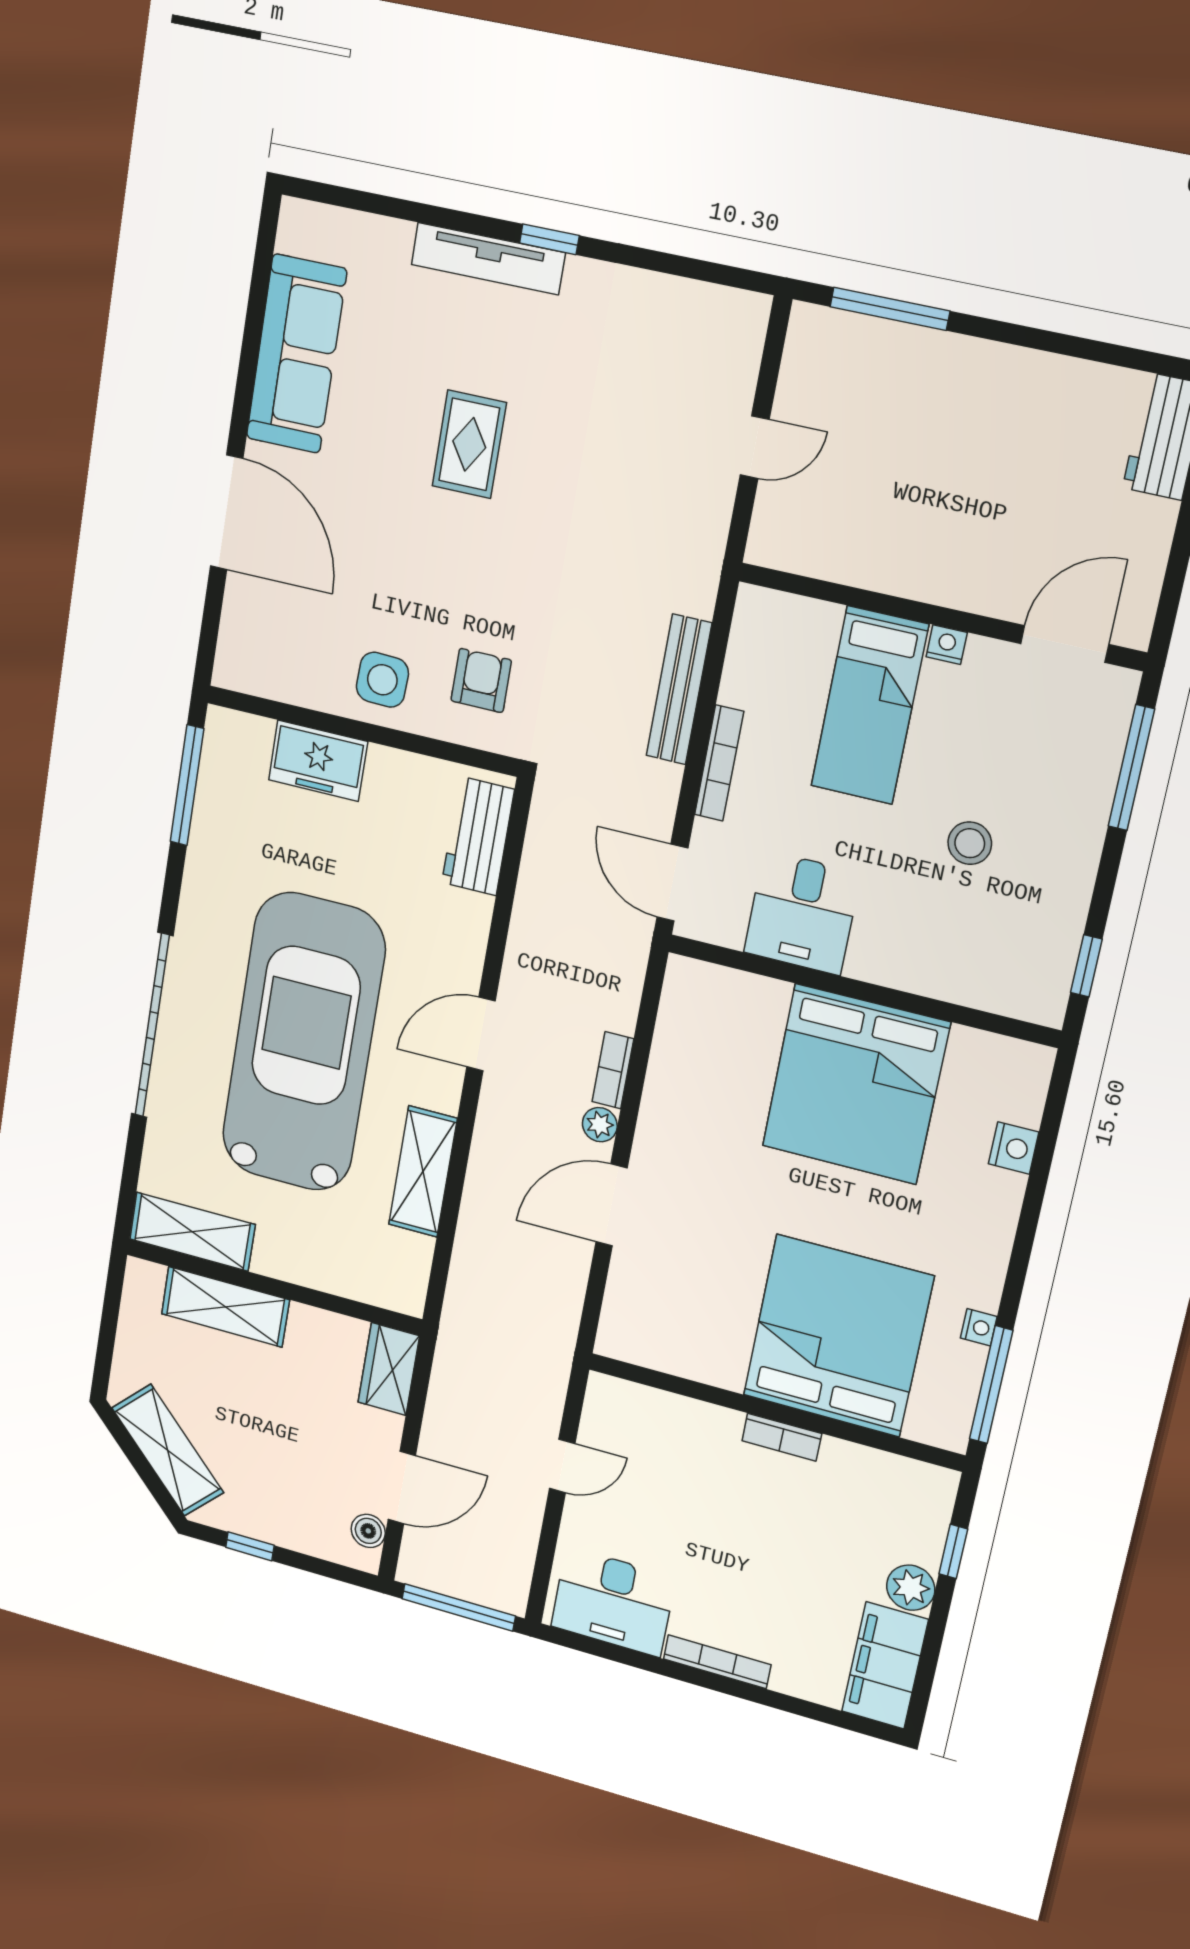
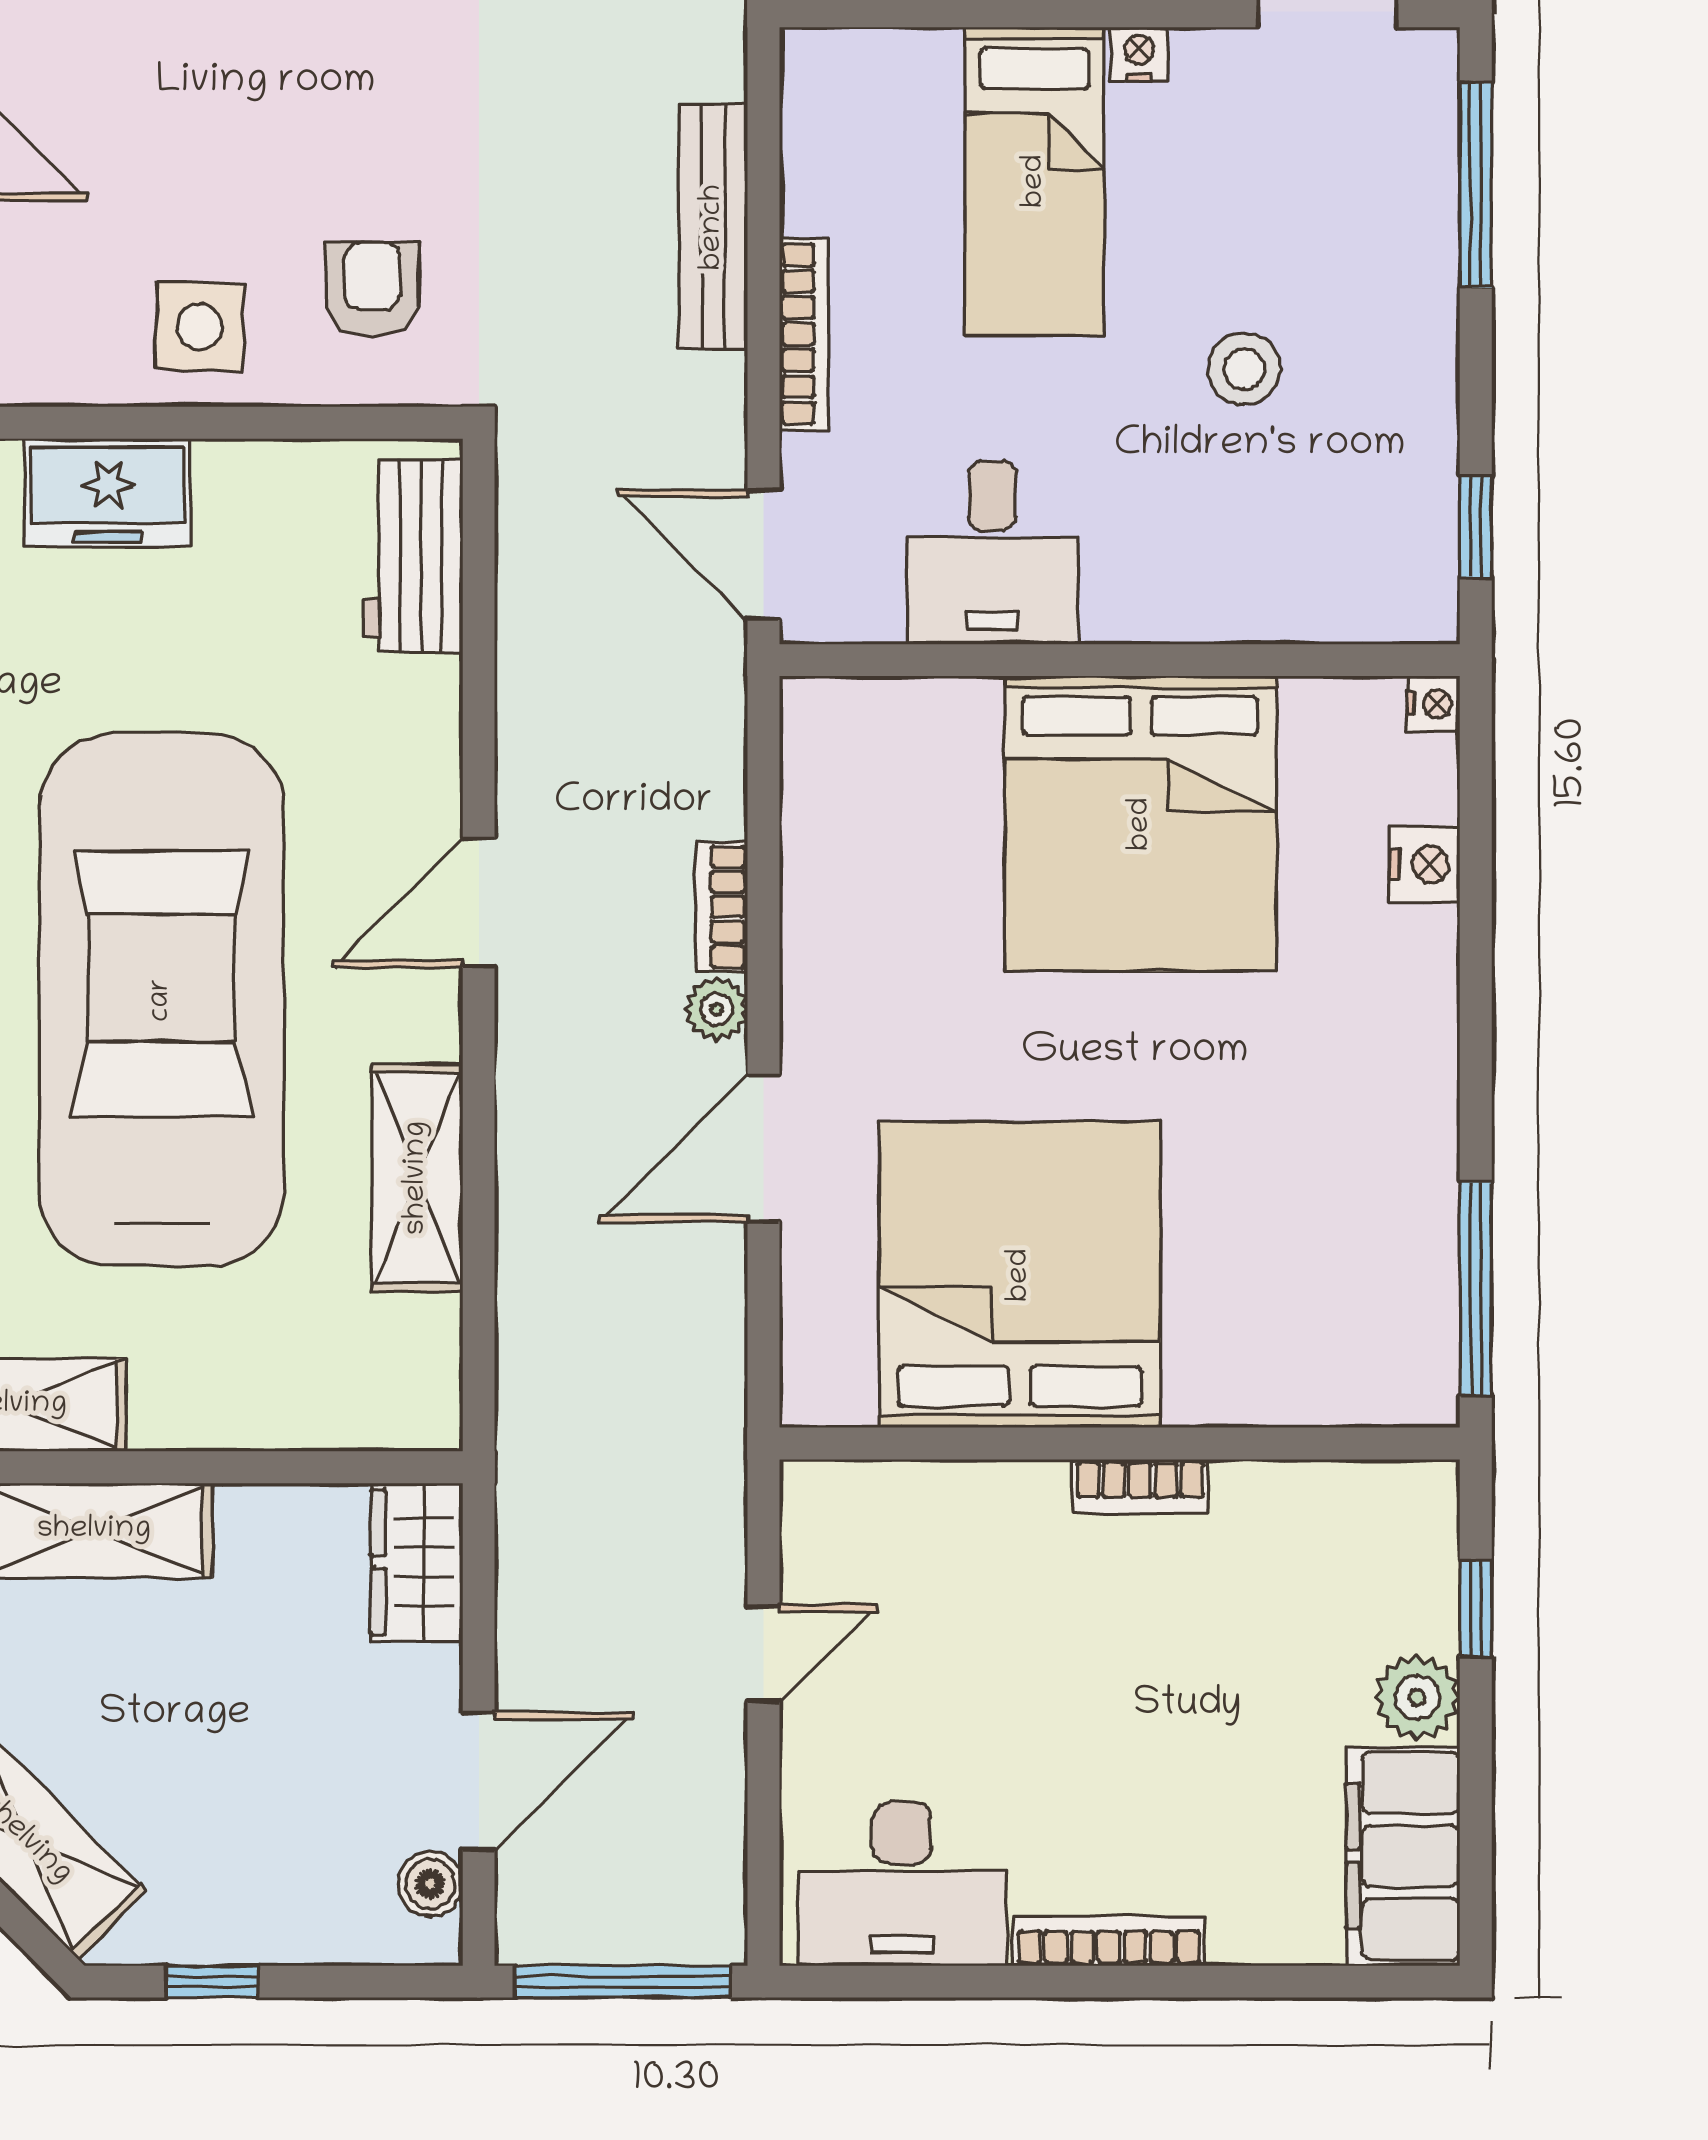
nightstand: (979, 1327) -> (1433, 704), moved
bed: (838, 1336) -> (1020, 1275), moved

